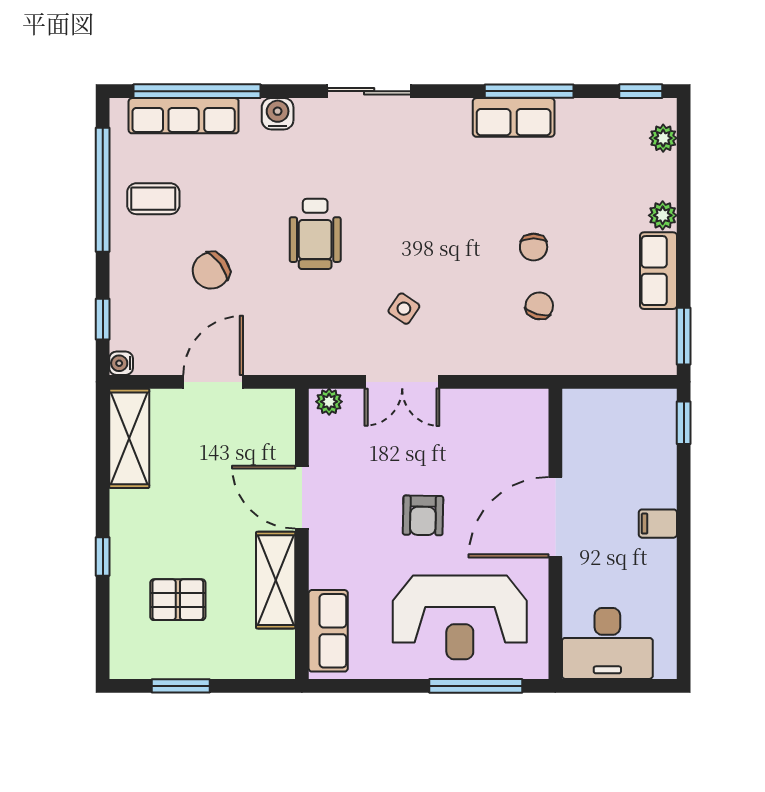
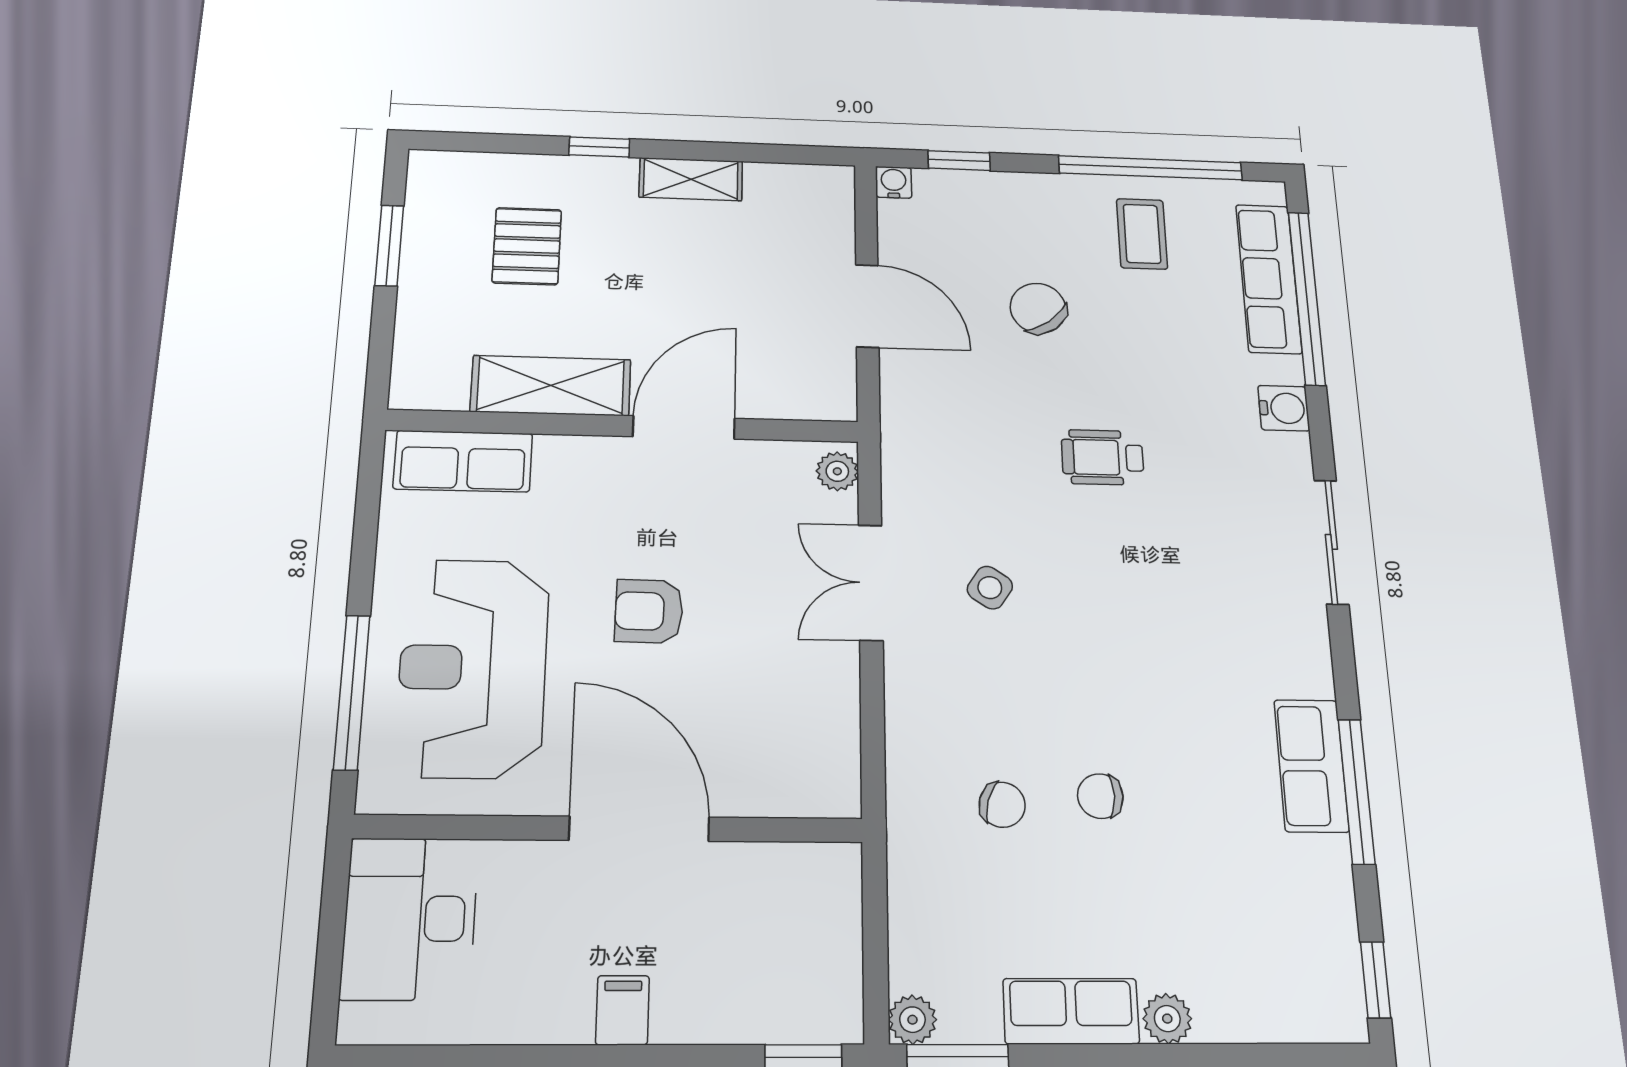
plant: (663, 138) -> (912, 1020), moved
wheelchair: (315, 234) -> (1103, 457), width x0.73, depth x0.73
shelving: (129, 438) -> (691, 179), moved, width x0.67, depth x0.75

